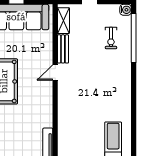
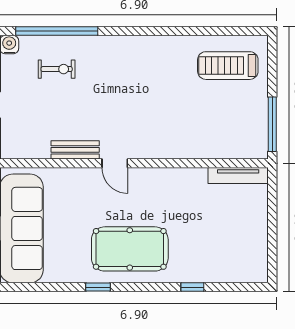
shelving: (63, 21) -> (27, 149), removed

